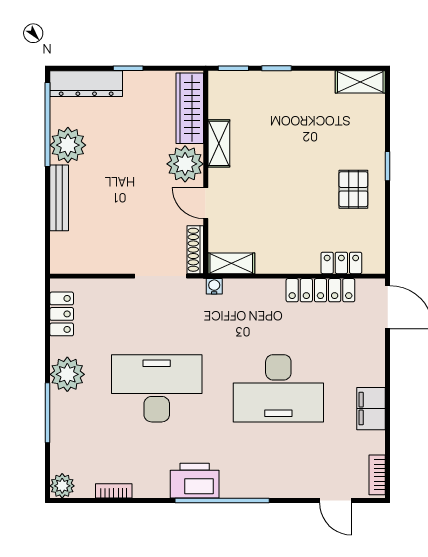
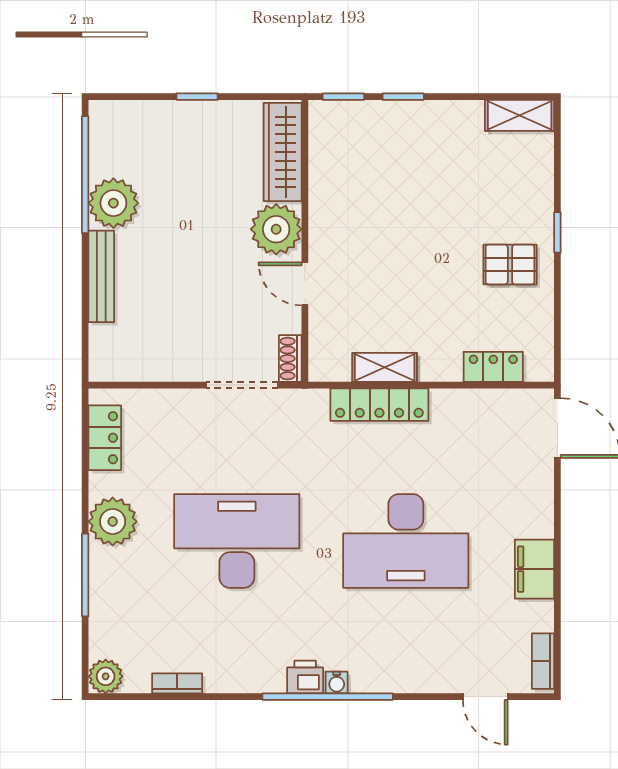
dresser: (86, 84) -> (139, 118), removed
shelving: (219, 143) -> (323, 201), removed
pallet: (353, 189) -> (510, 264), turned 90
shoe rack: (195, 250) -> (290, 358), width x0.70
shelving: (231, 263) -> (385, 367), moved
water cooler: (214, 286) -> (337, 682), moved, turned 180
locker: (320, 290) -> (379, 405), moved
printer: (195, 481) -> (305, 677), width x0.53, depth x0.68

